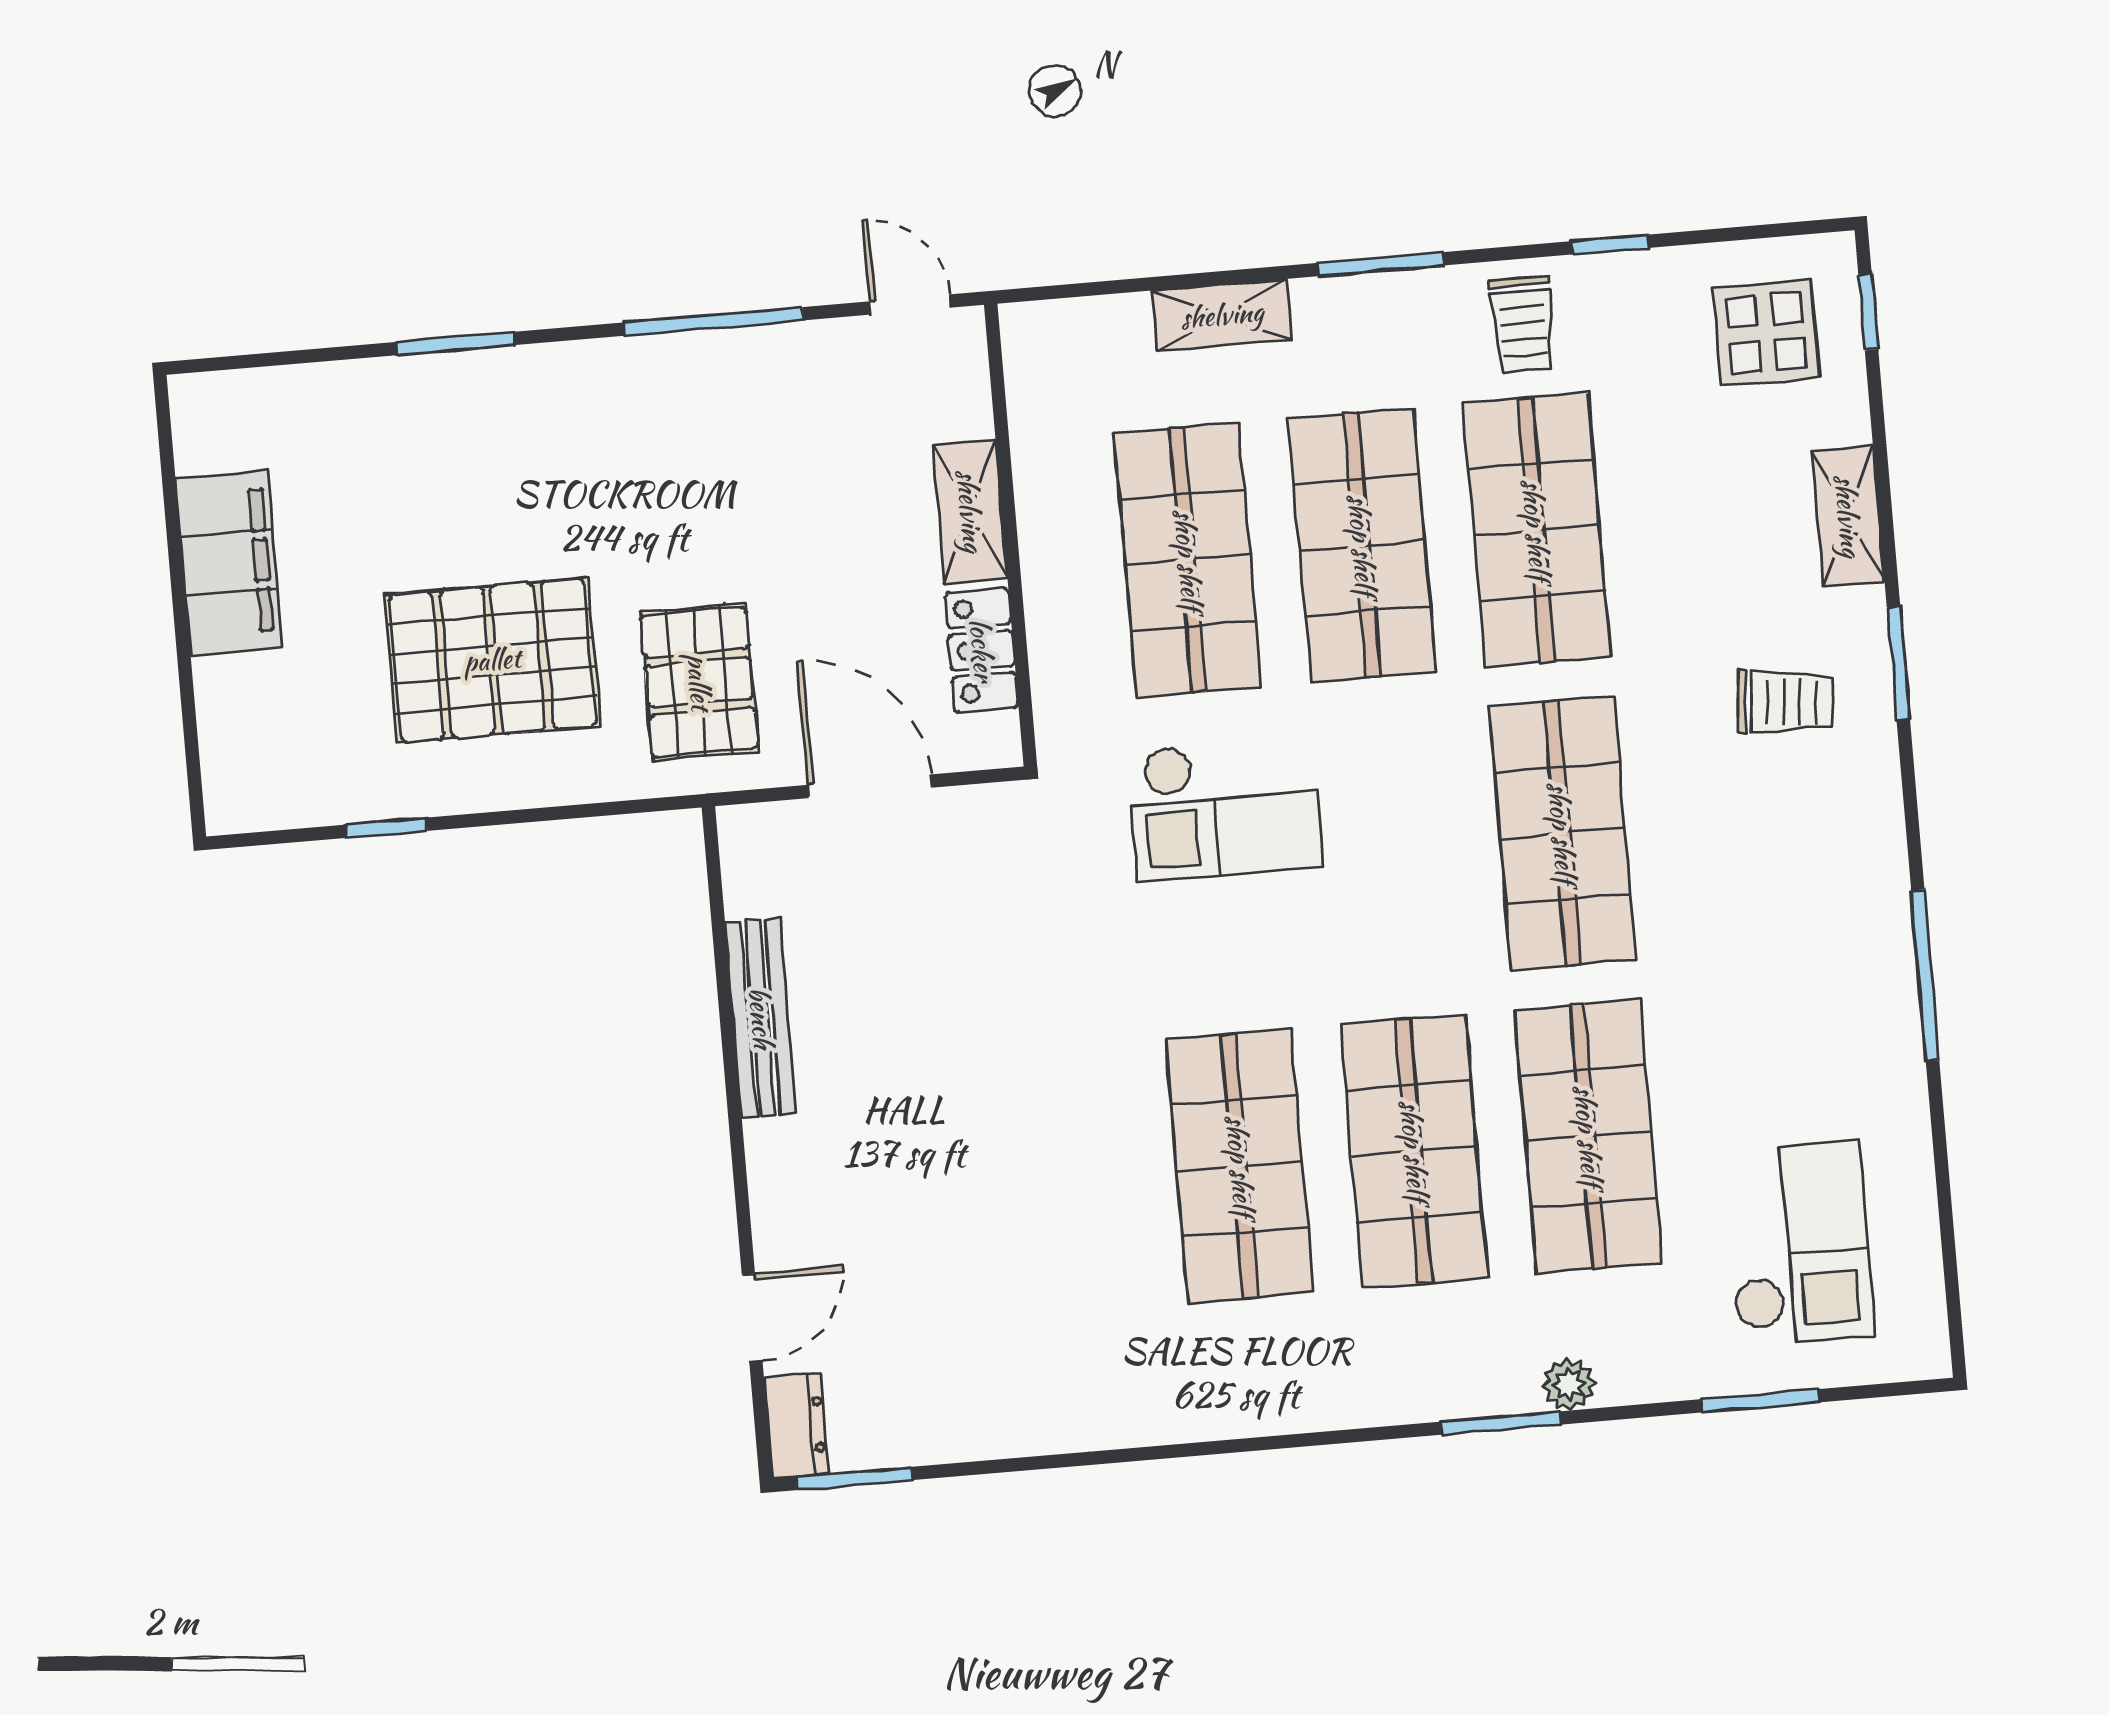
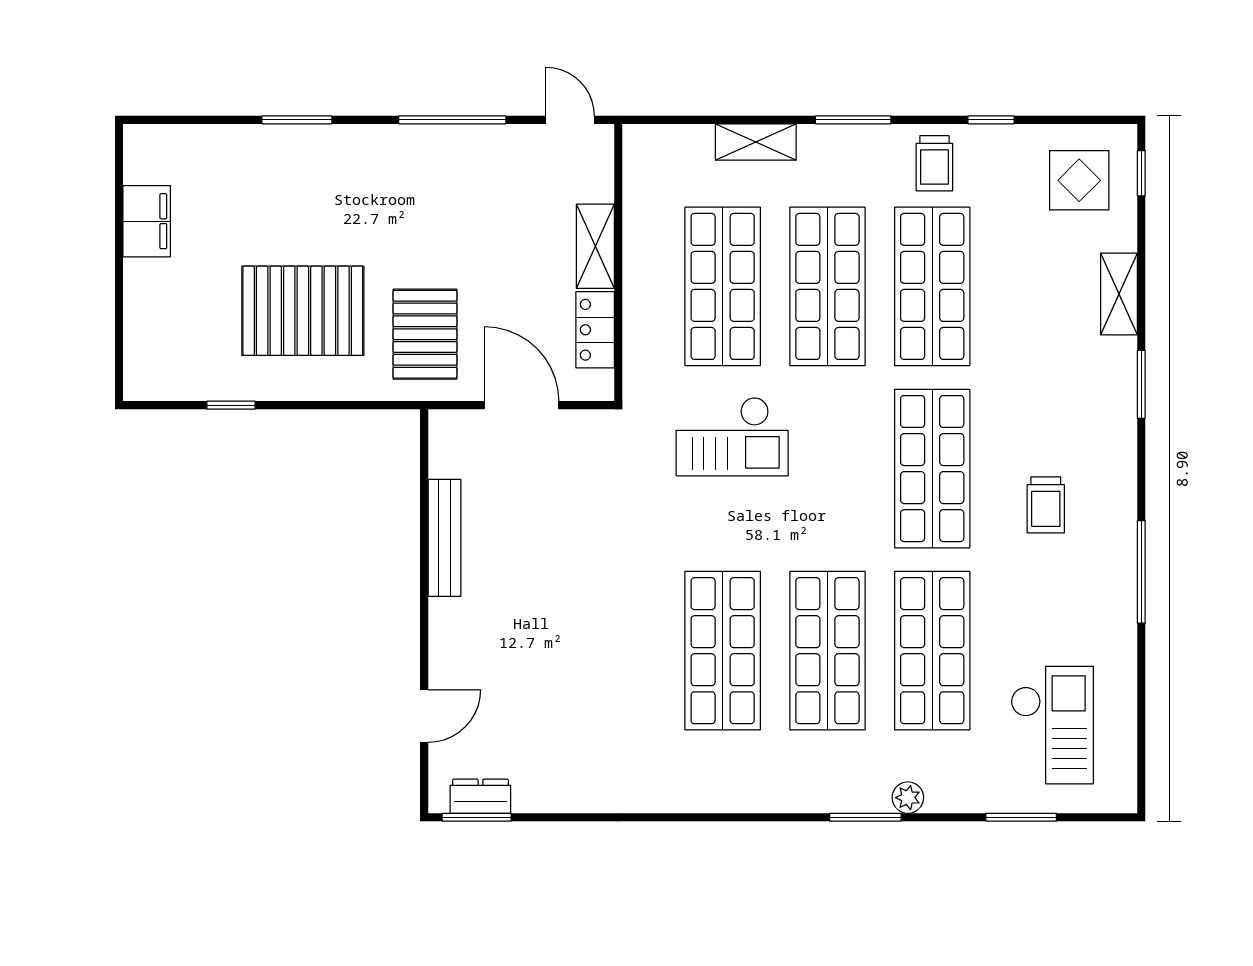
filing cabinet: (229, 563) -> (147, 221), width x0.67, depth x0.86
trolley: (1785, 702) -> (1046, 505), moved, turned 85
dresser: (797, 1426) -> (480, 796), moved, turned -90

